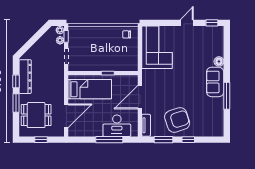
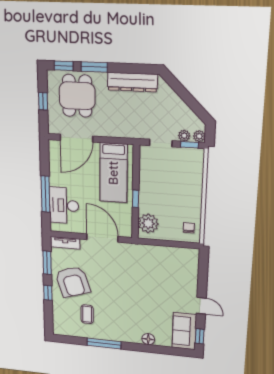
corner sofa: (157, 47) -> (170, 266), removed
plant: (126, 64) -> (148, 223), added
window: (16, 81) -> (64, 66), moved
sofa: (215, 82) -> (184, 331), moved, turned -90
coffee table: (203, 109) -> (87, 314), added
door: (66, 116) -> (76, 138), hinge flipped

